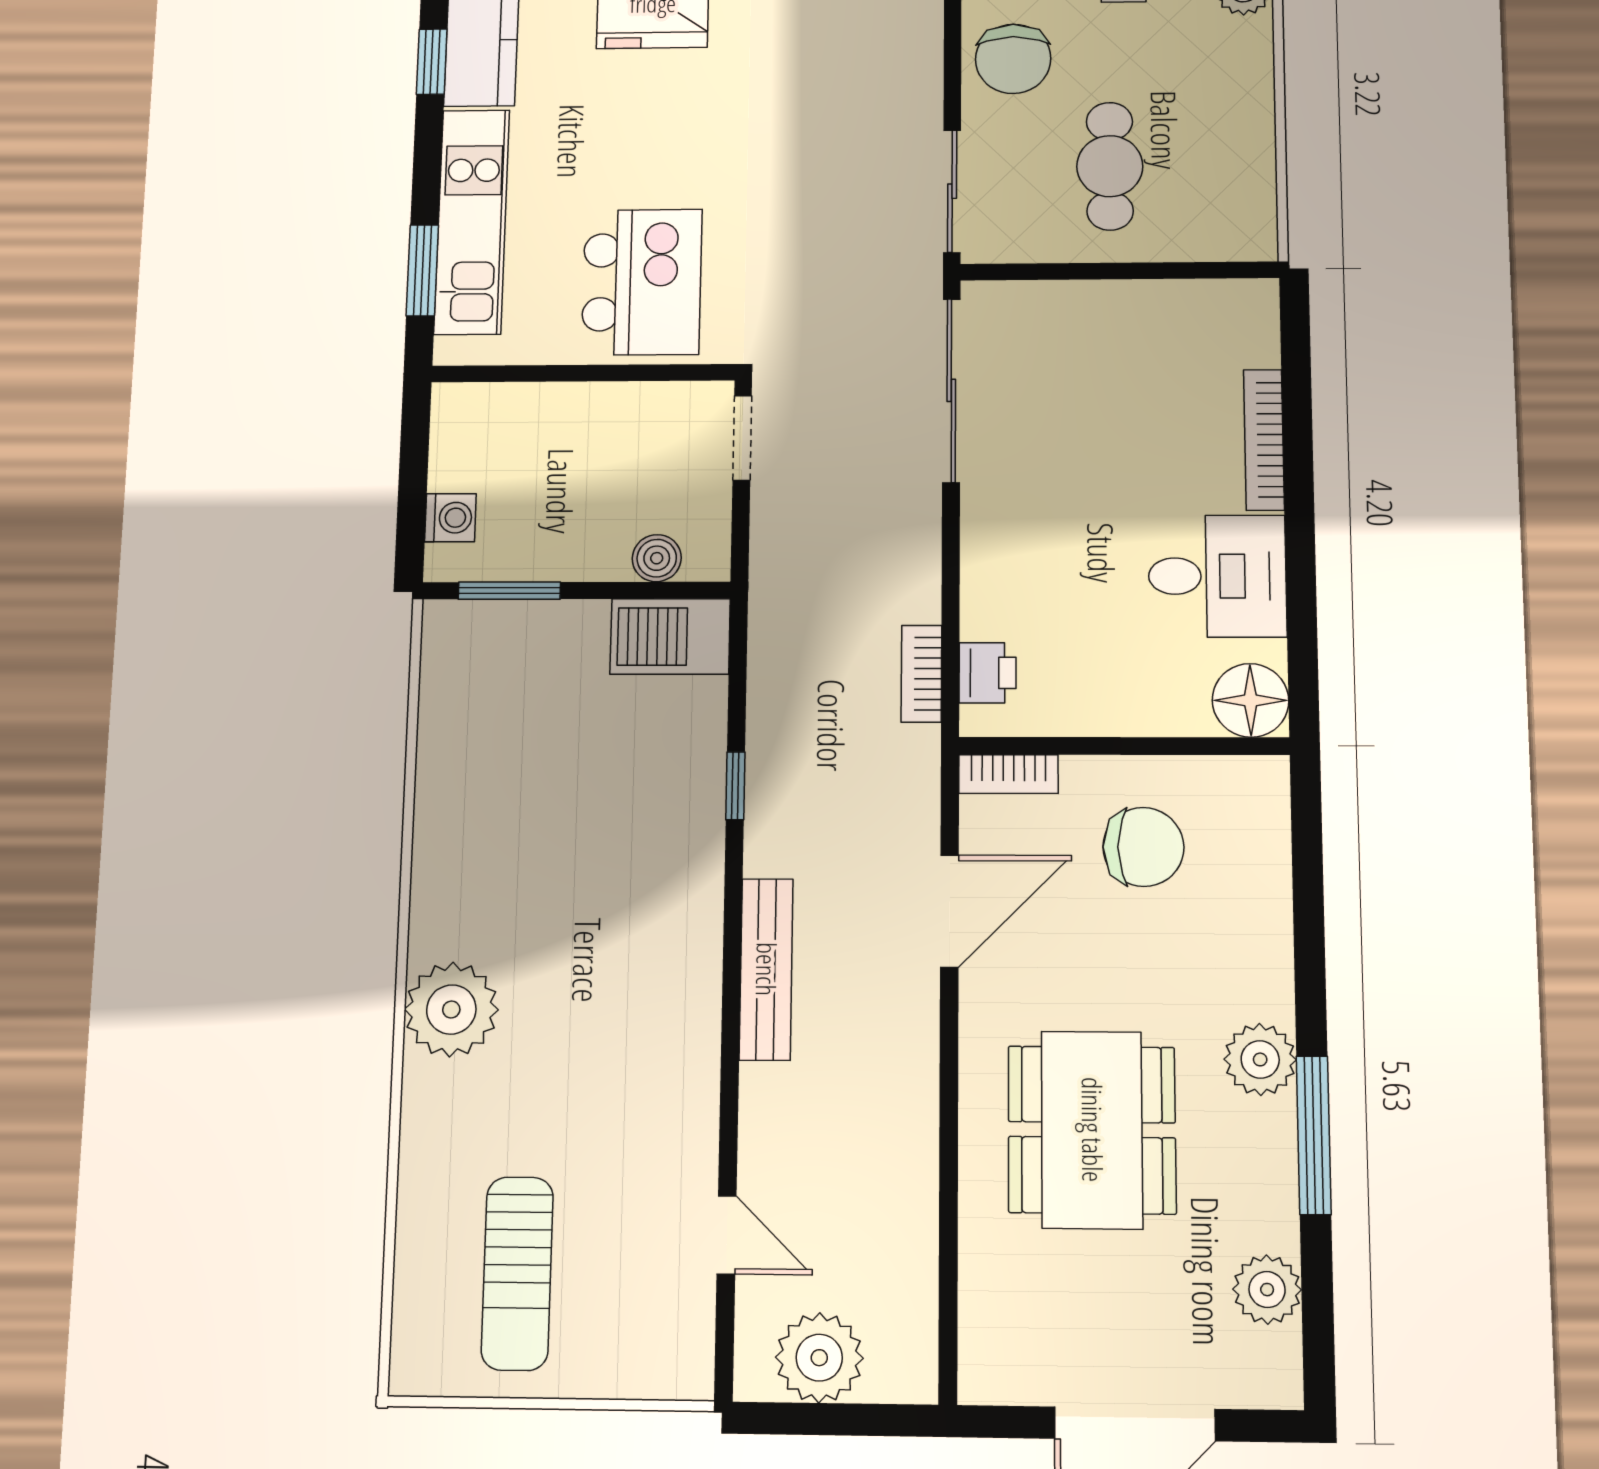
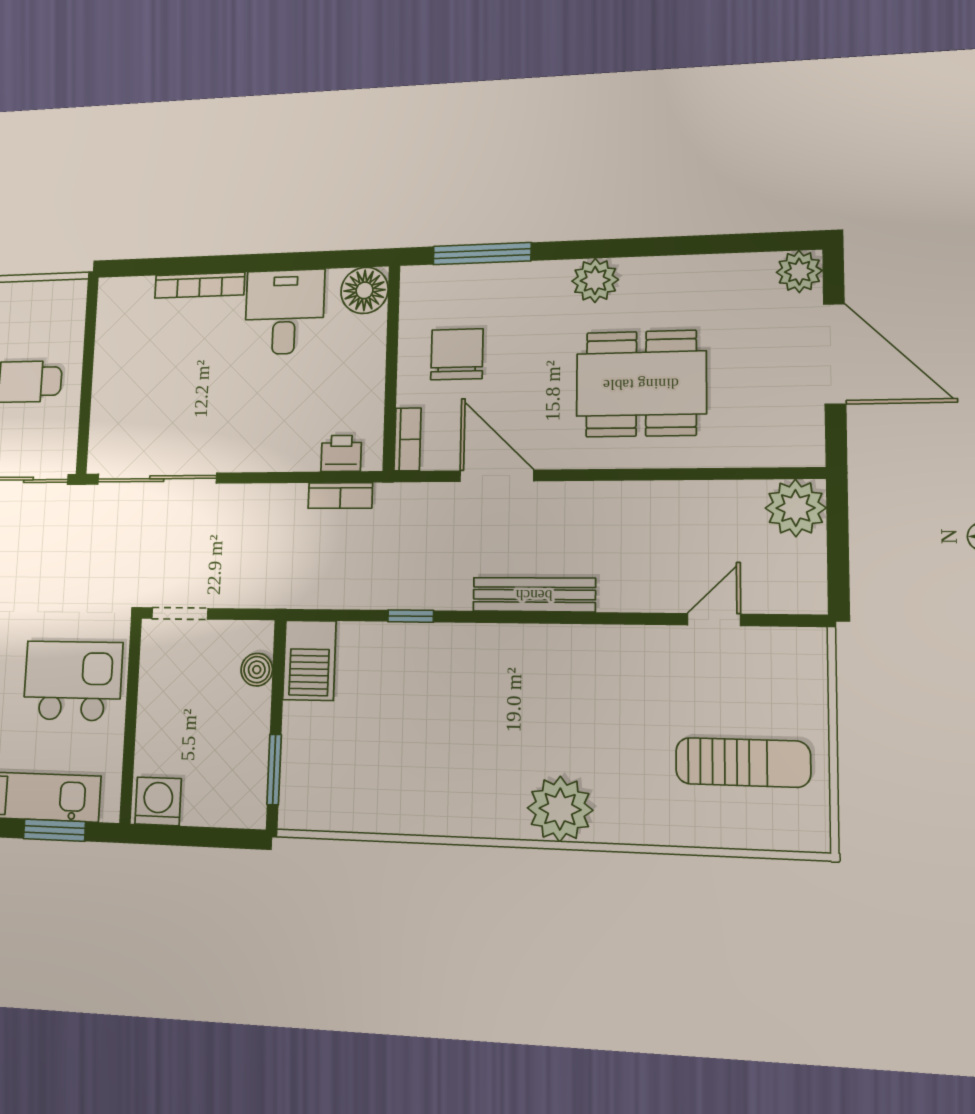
washing machine: (450, 518) -> (158, 801), moved, width x1.38, depth x1.38
window: (1314, 1135) -> (482, 254), moved
plant: (1267, 1290) -> (799, 272), moved
plant: (819, 1358) -> (796, 508), moved

